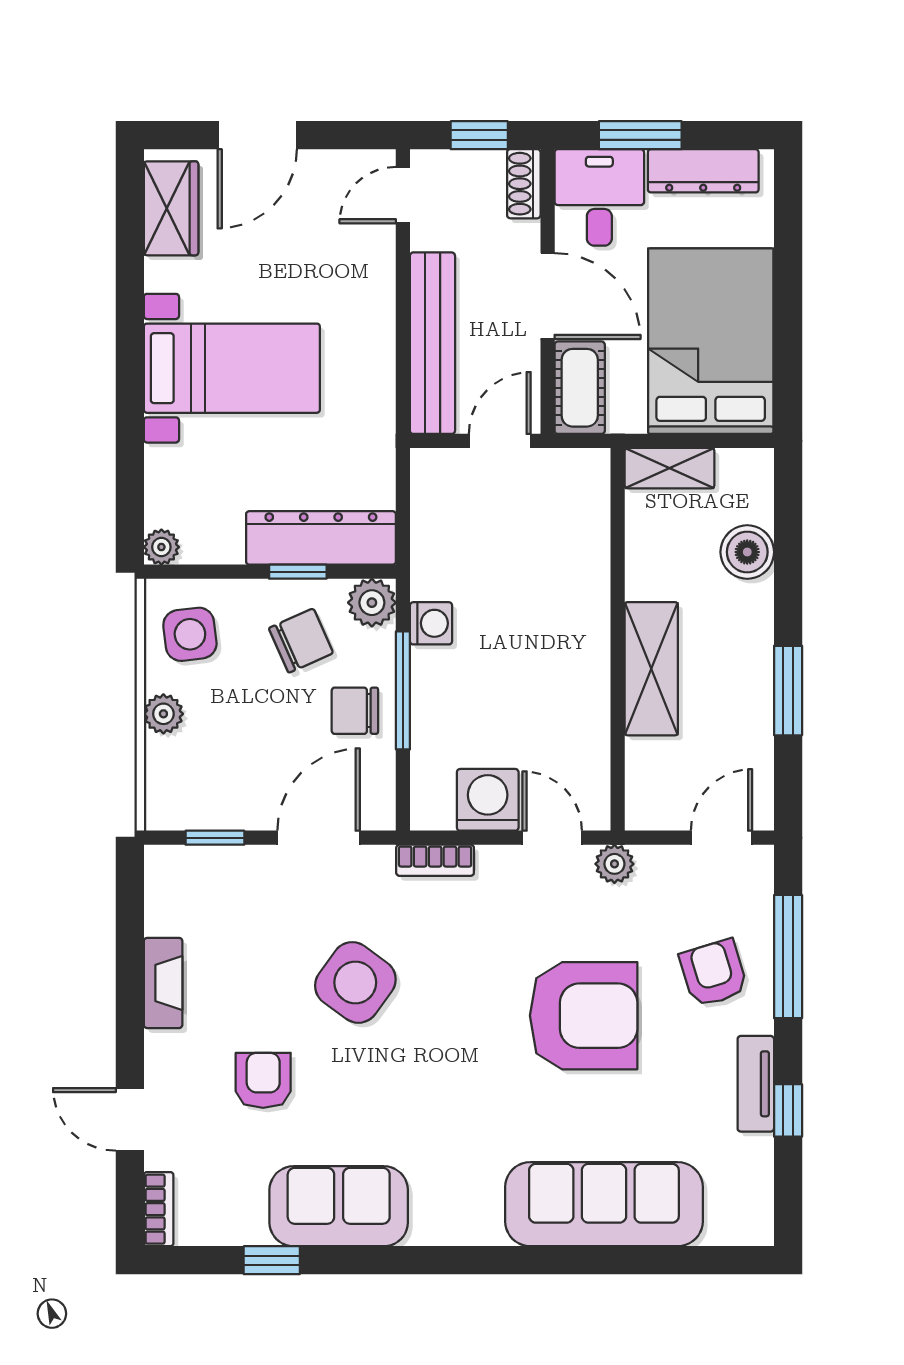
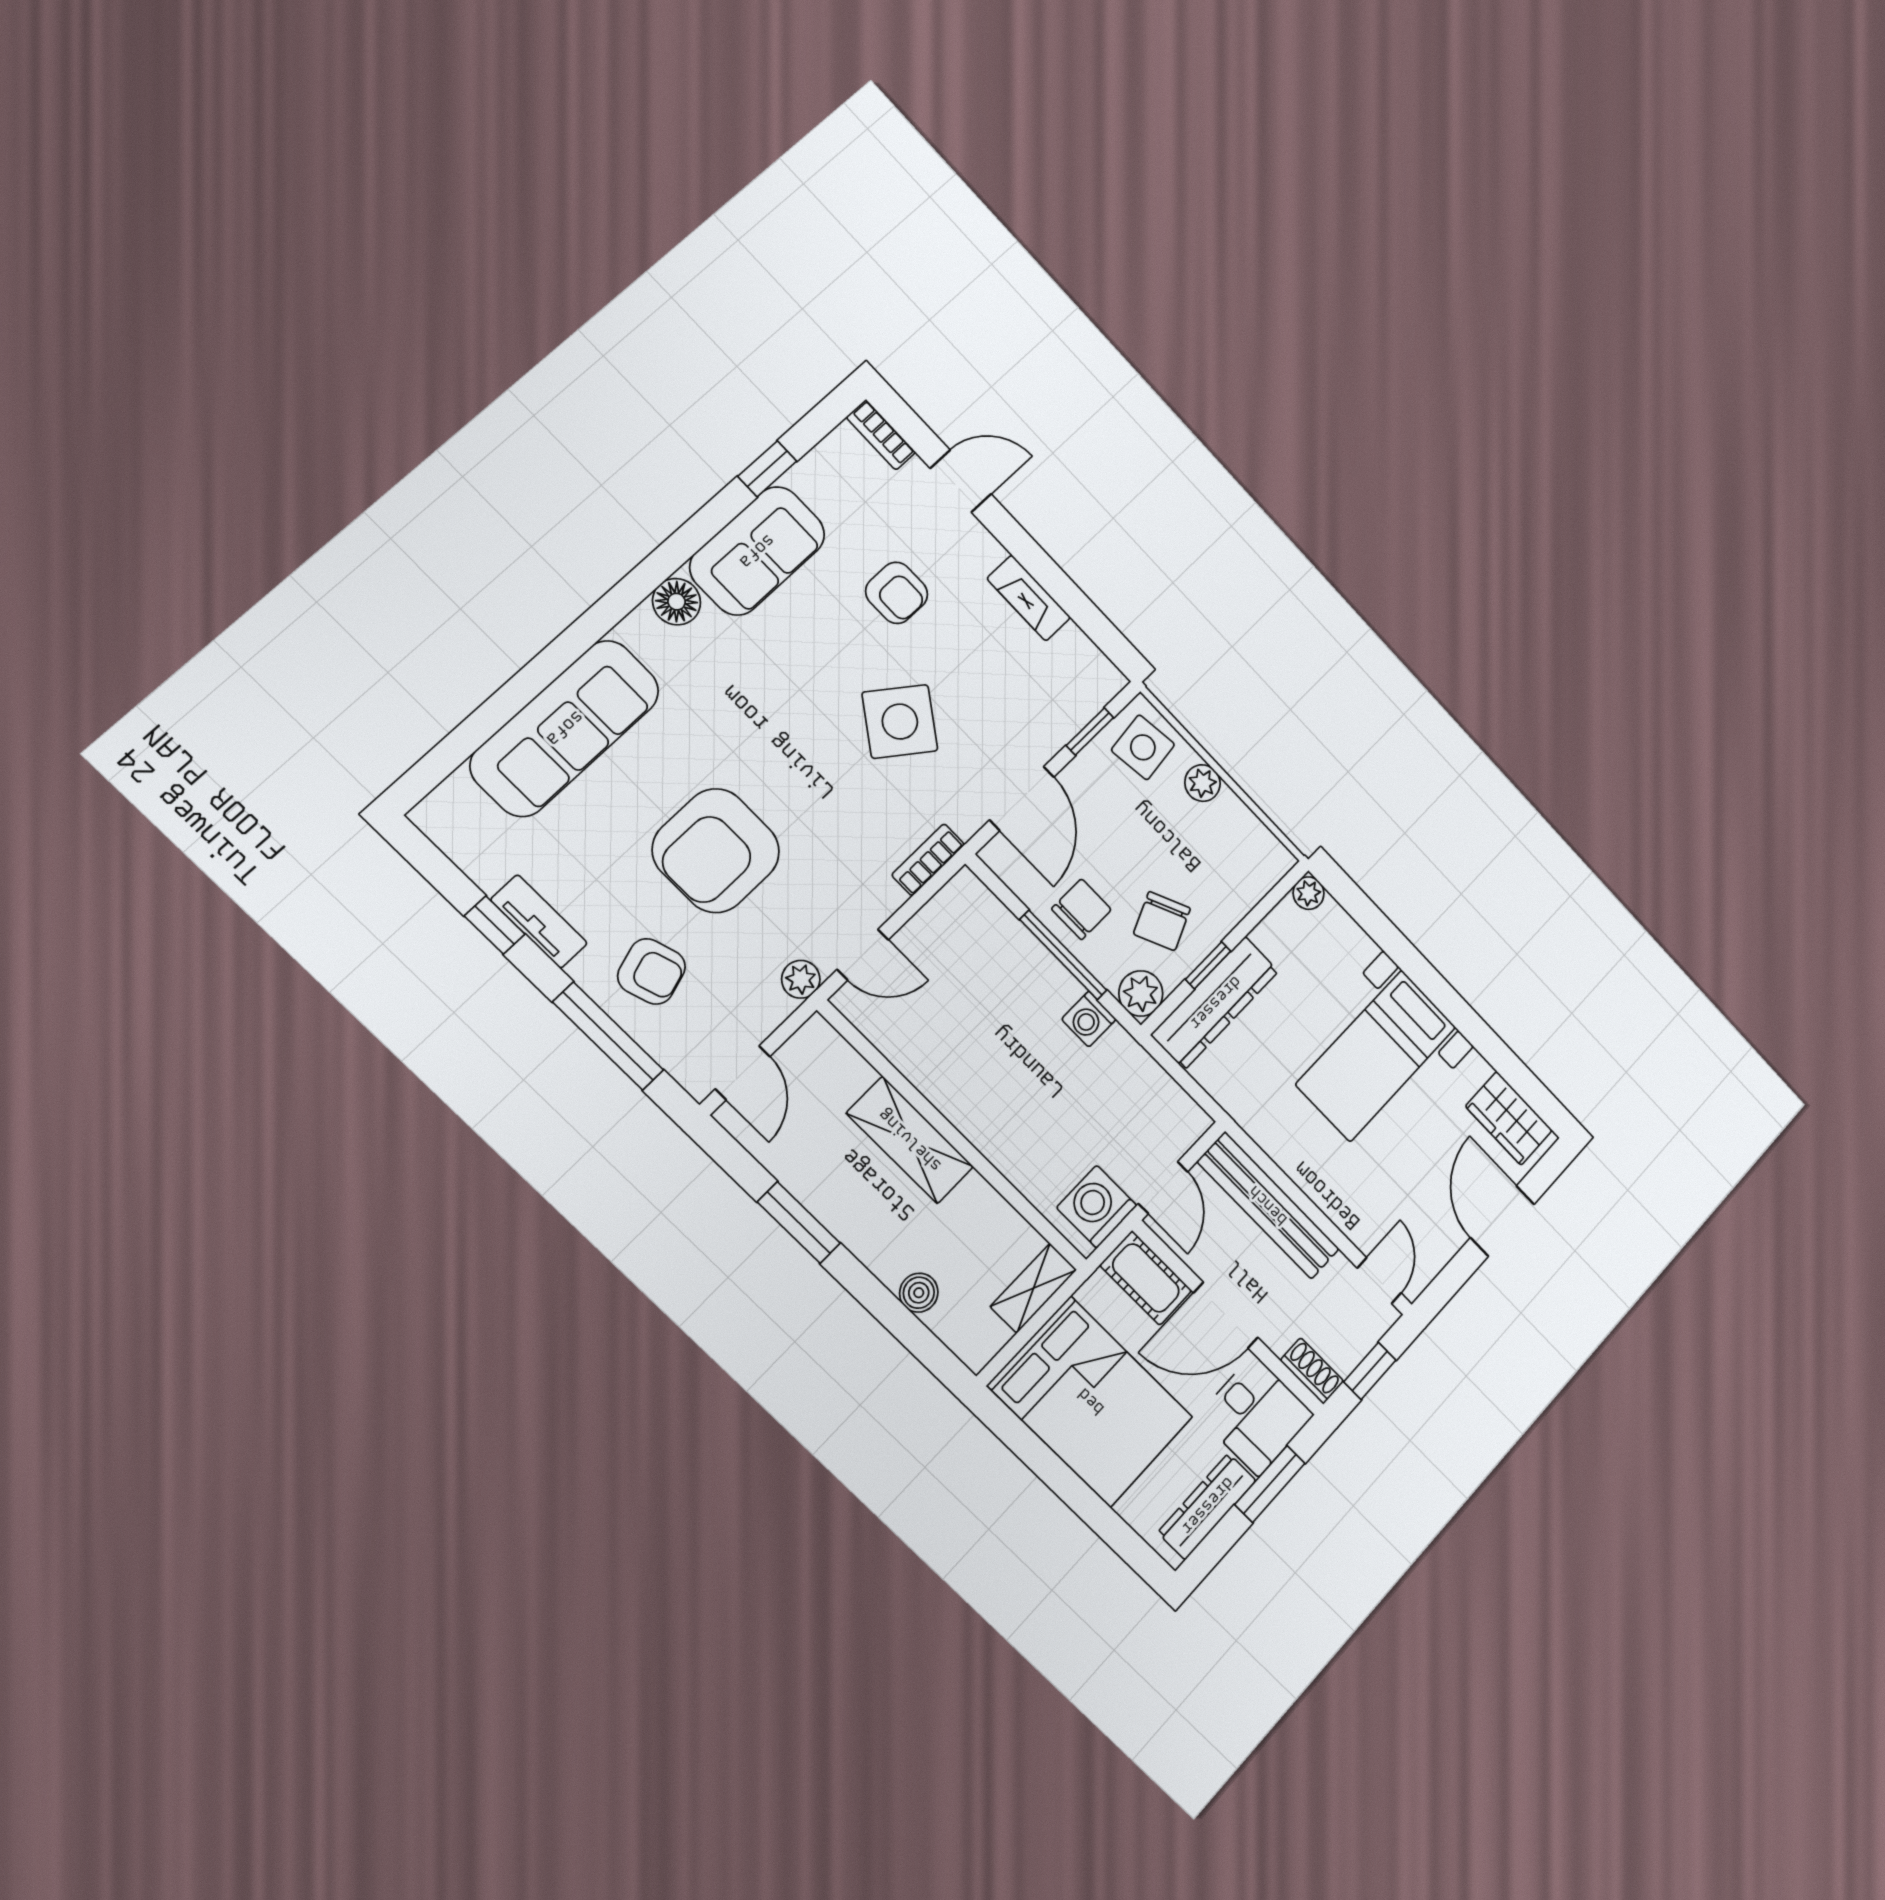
boiler: (747, 552) -> (919, 1293), width x0.73, depth x0.73
side table: (190, 634) -> (1143, 747), moved
washing machine: (488, 800) -> (1097, 1207), moved, turned 180
floor lamp: (435, 1223) -> (677, 602), added

